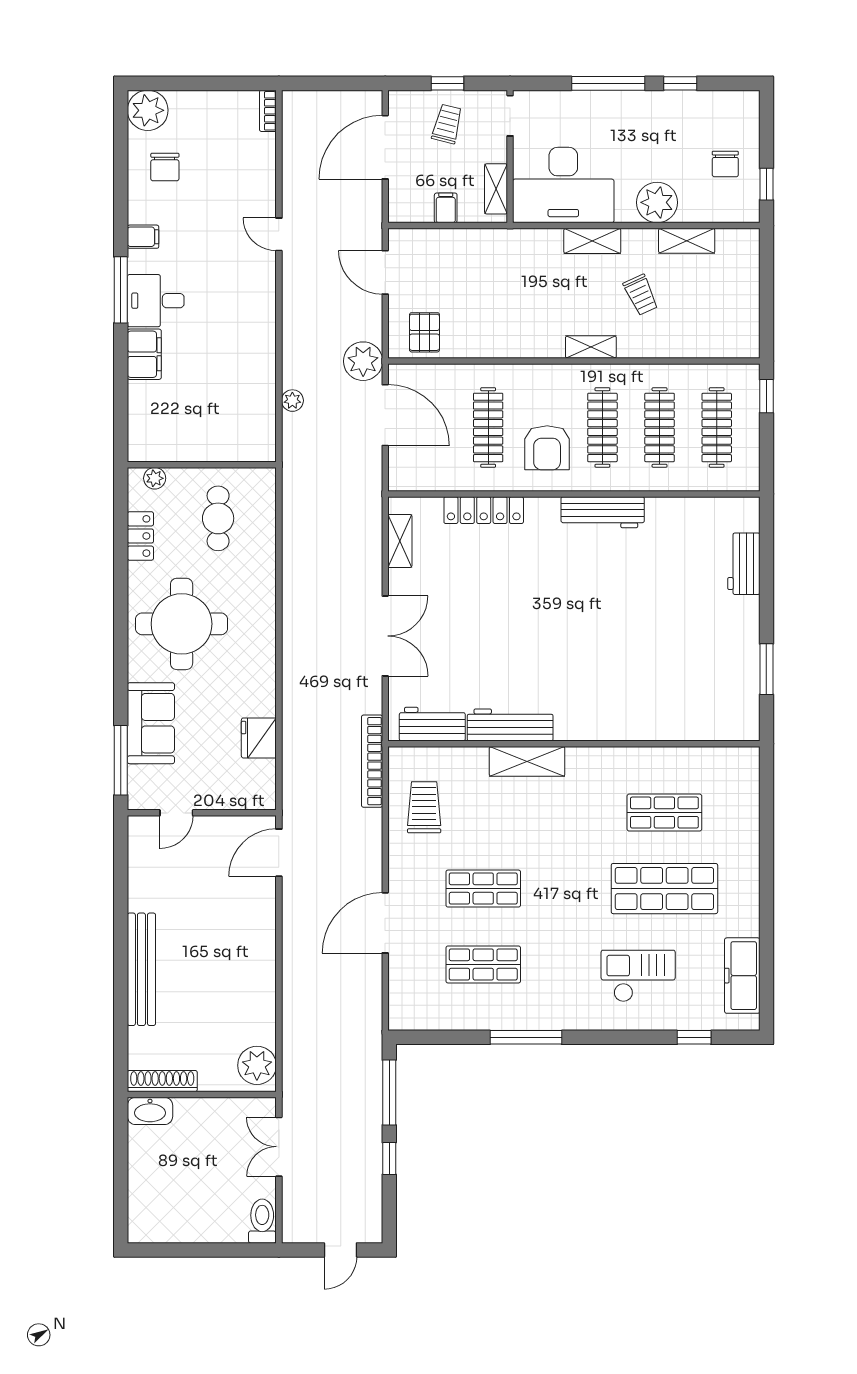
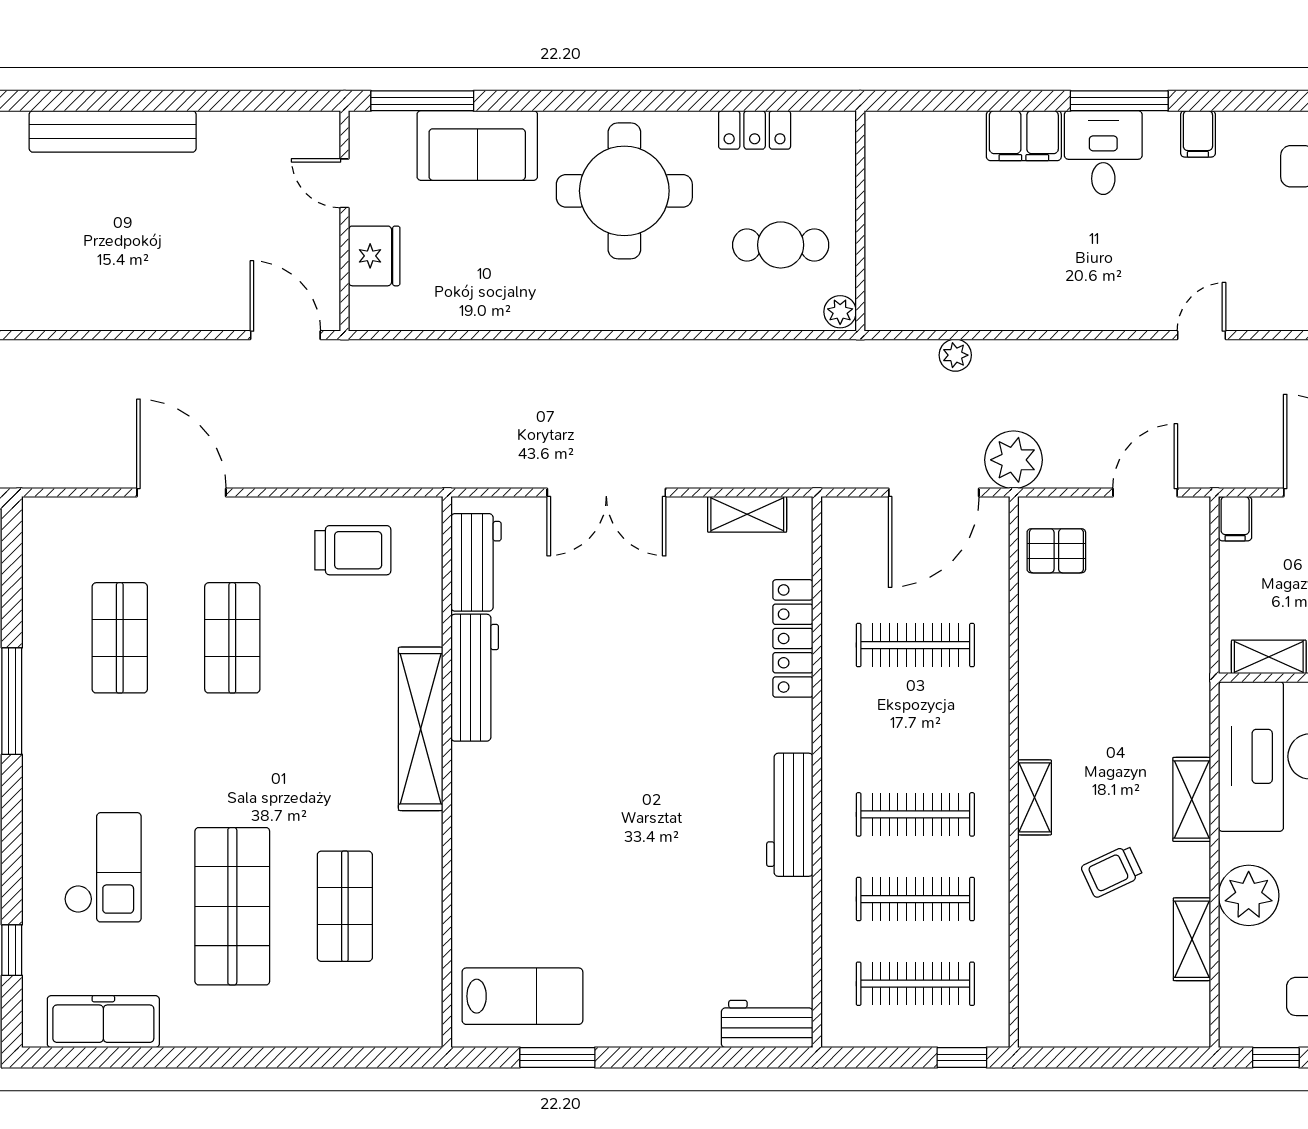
filing cabinet: (446, 208) -> (1235, 519), moved, turned 90
armchair: (547, 448) -> (885, 732), removed
plant: (155, 478) -> (840, 312), moved
workbench: (744, 564) -> (767, 1024), moved
lab bench: (725, 693) -> (522, 996), added
fridge: (259, 738) -> (374, 256), moved, turned 90
bookcase: (372, 761) -> (421, 473), removed
shelving: (527, 761) -> (421, 729), width x1.47

